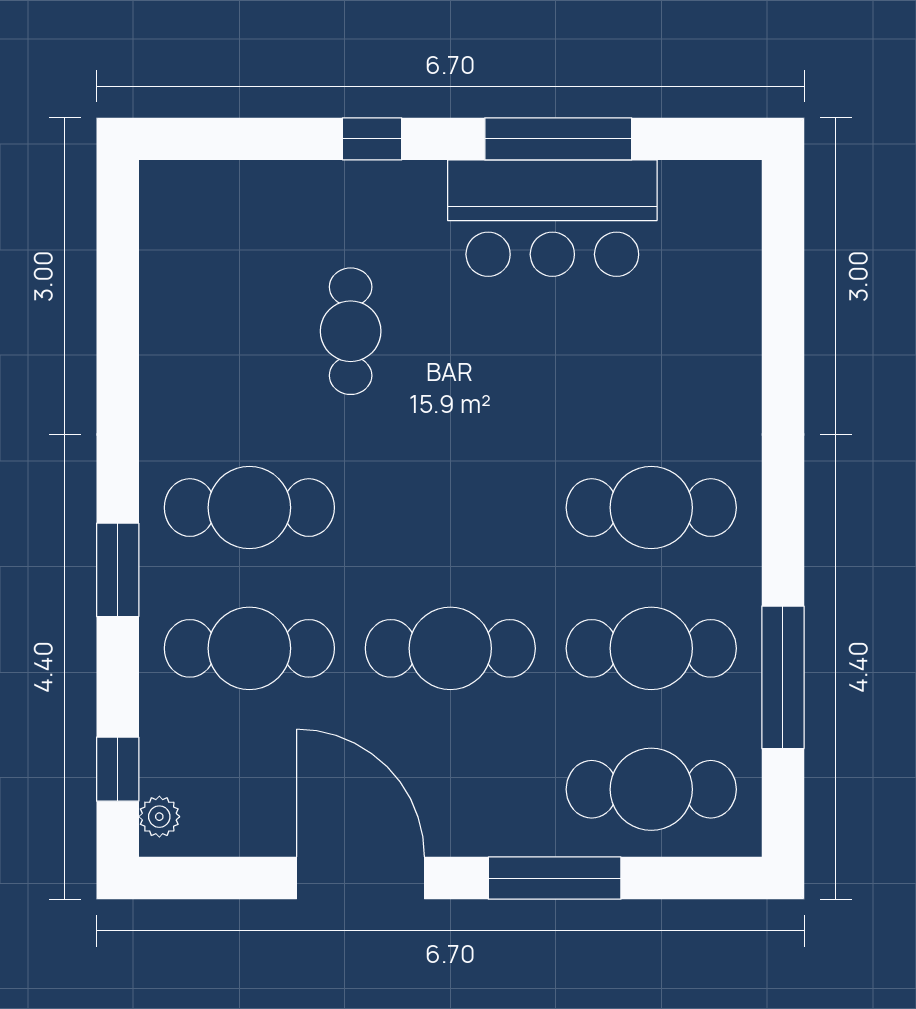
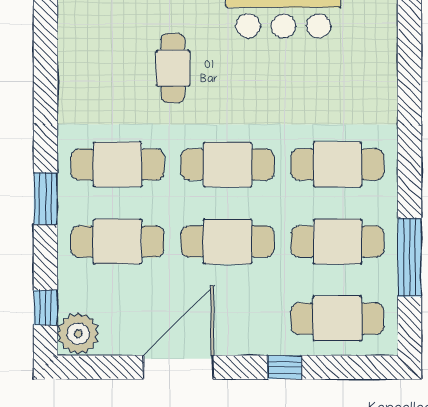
cafe table: (450, 508) -> (228, 164), added
plant: (159, 817) -> (78, 334), width x1.88, depth x1.88
door: (361, 878) -> (178, 367), hinge flipped
window: (555, 878) -> (285, 367), width x0.46

